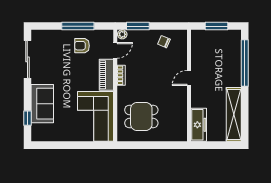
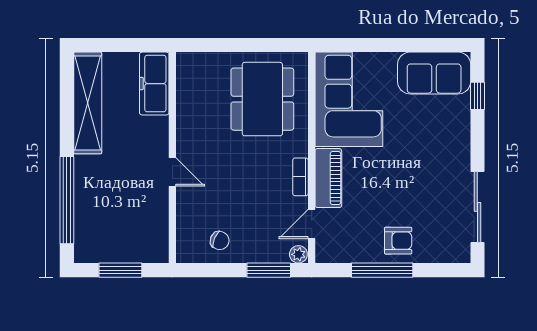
armchair: (82, 46) -> (398, 241), moved
door: (189, 78) -> (172, 172), hinge flipped
sofa: (42, 104) -> (434, 73), moved, turned -90
dining table: (141, 116) -> (262, 99), width x1.38

